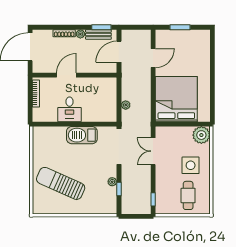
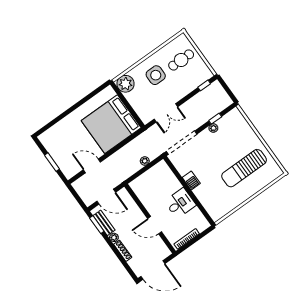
barbecue: (82, 135) -> (191, 180), width x0.53, depth x0.65
sun lounger: (61, 183) -> (244, 168), turned 66

